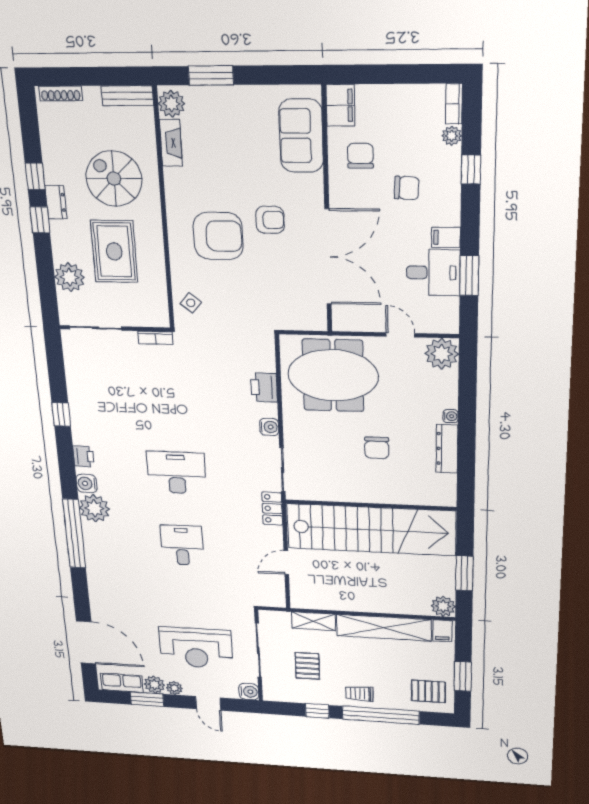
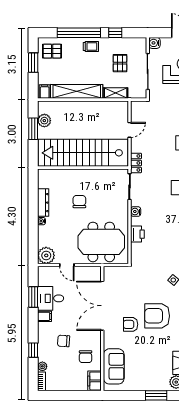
plant: (443, 606) -> (44, 121), moved

